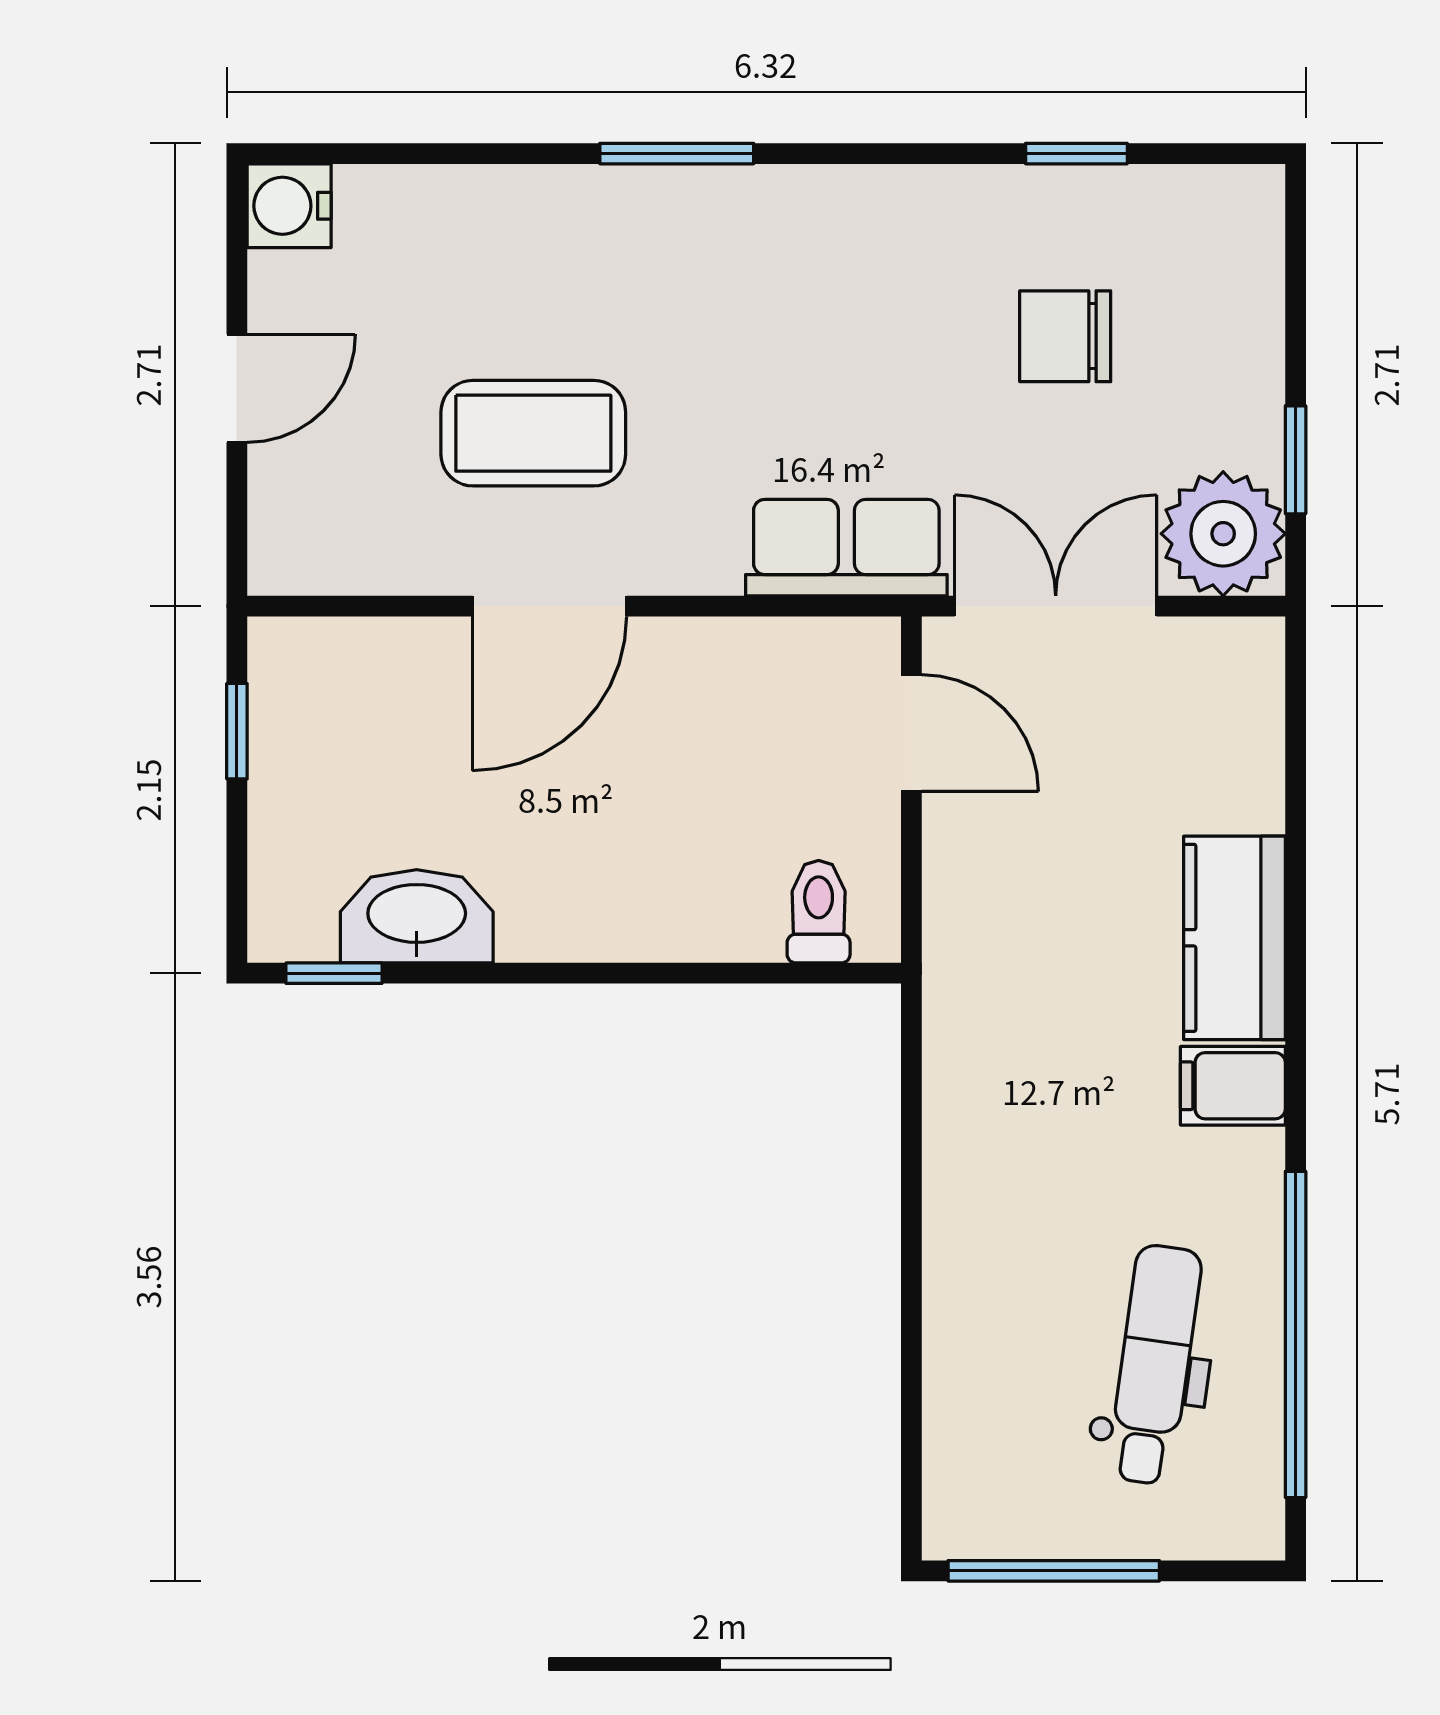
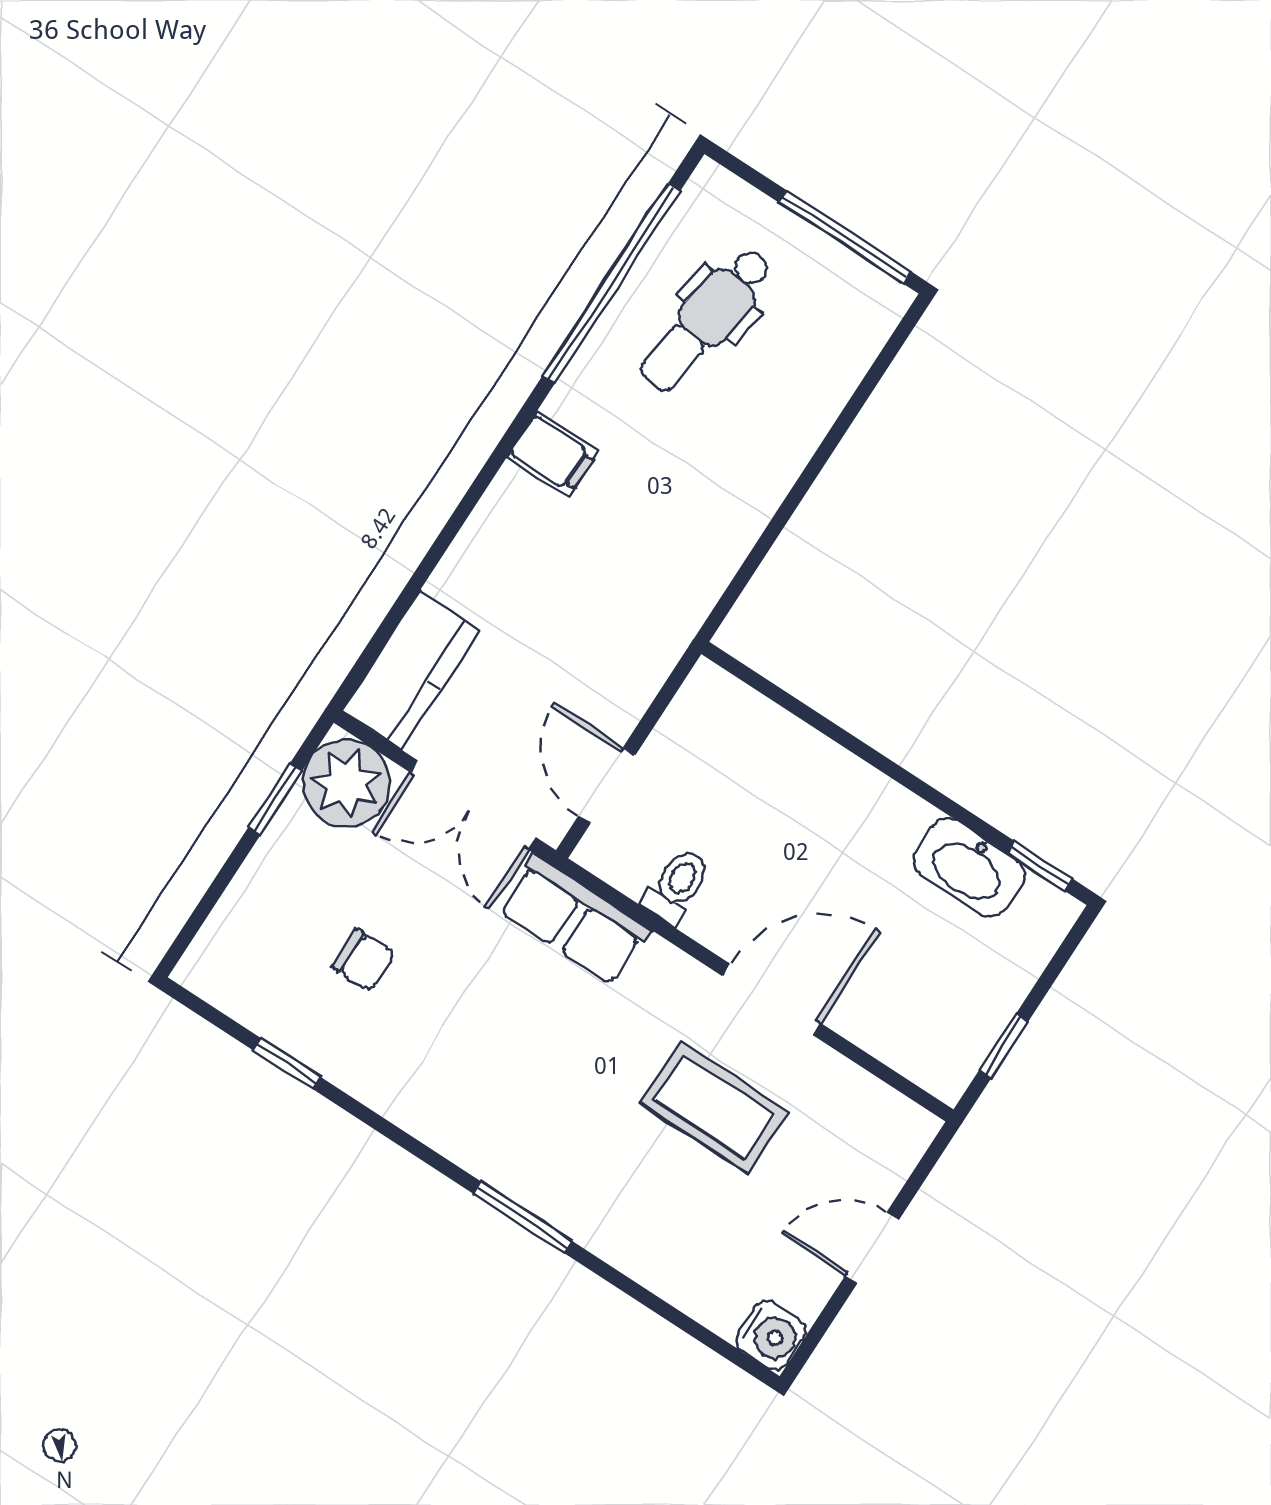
chair: (1065, 336) -> (364, 960), width x0.73, depth x0.73
toilet: (819, 912) -> (677, 886), moved, turned 180
kitchen counter: (1234, 938) -> (411, 670), moved

